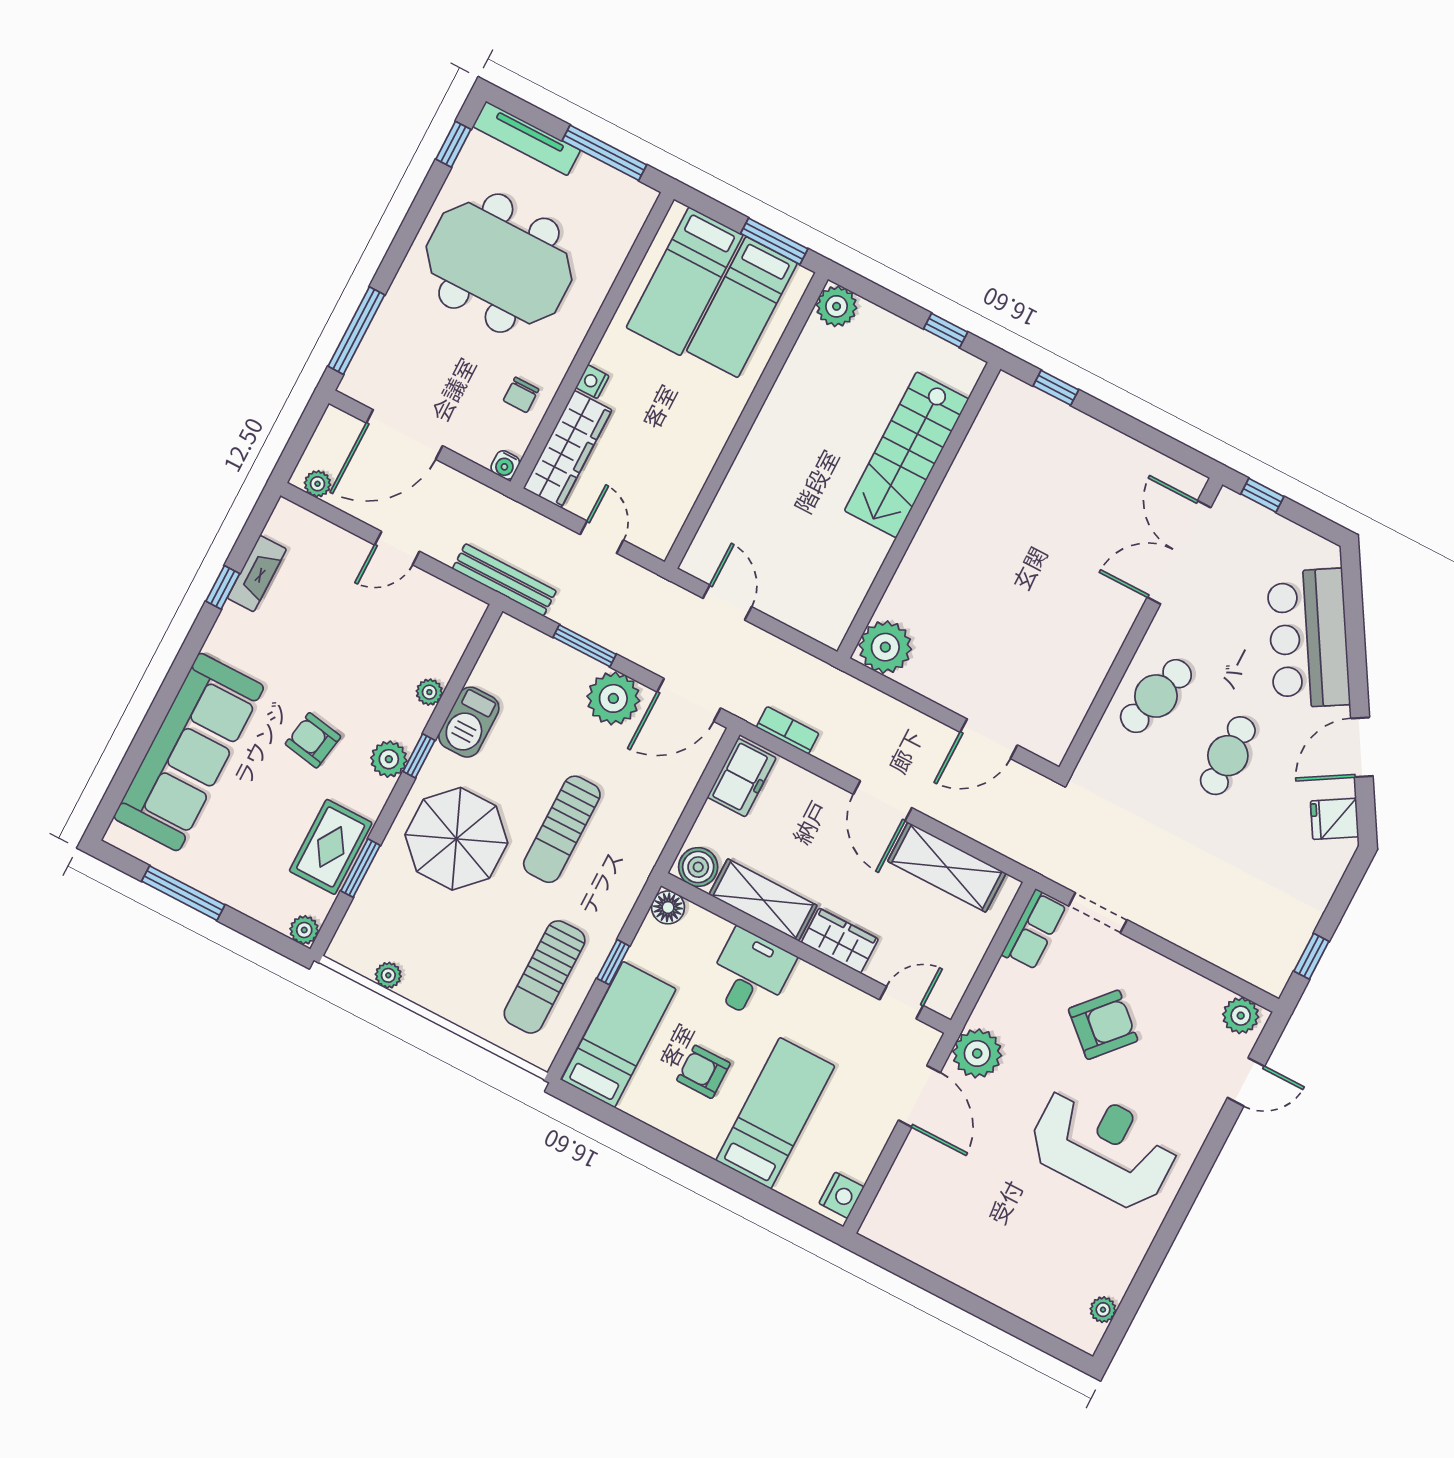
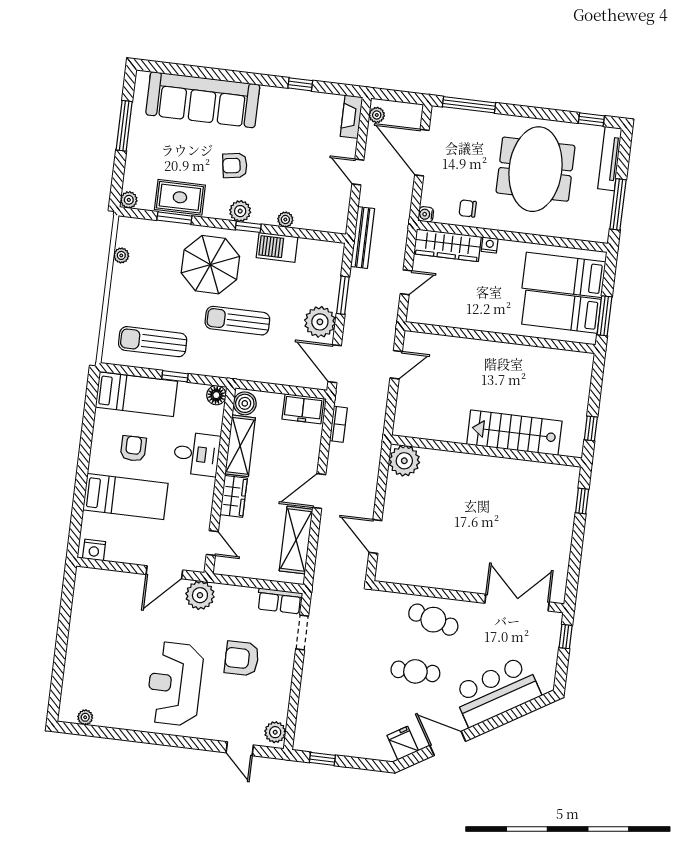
plant: (837, 306) -> (581, 364), removed
fireplace: (257, 574) -> (351, 117), moved, turned 90
armchair: (313, 740) -> (235, 165), turned -109
armchair: (1103, 1025) -> (242, 658), turned 138
reception desk: (1103, 1147) -> (175, 684), turned 180

